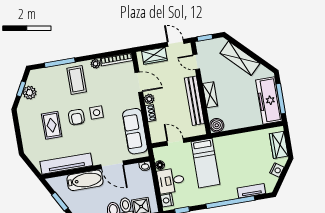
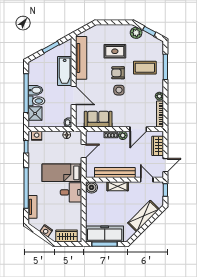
door: (196, 62) -> (147, 180), hinge flipped
coffee table: (77, 80) -> (145, 68), moved
plant: (30, 93) -> (136, 33), moved
sofa: (135, 131) -> (98, 119), width x0.73
door: (112, 165) -> (74, 96), swing flipped
desk: (171, 181) -> (71, 192), moved, turned 90

